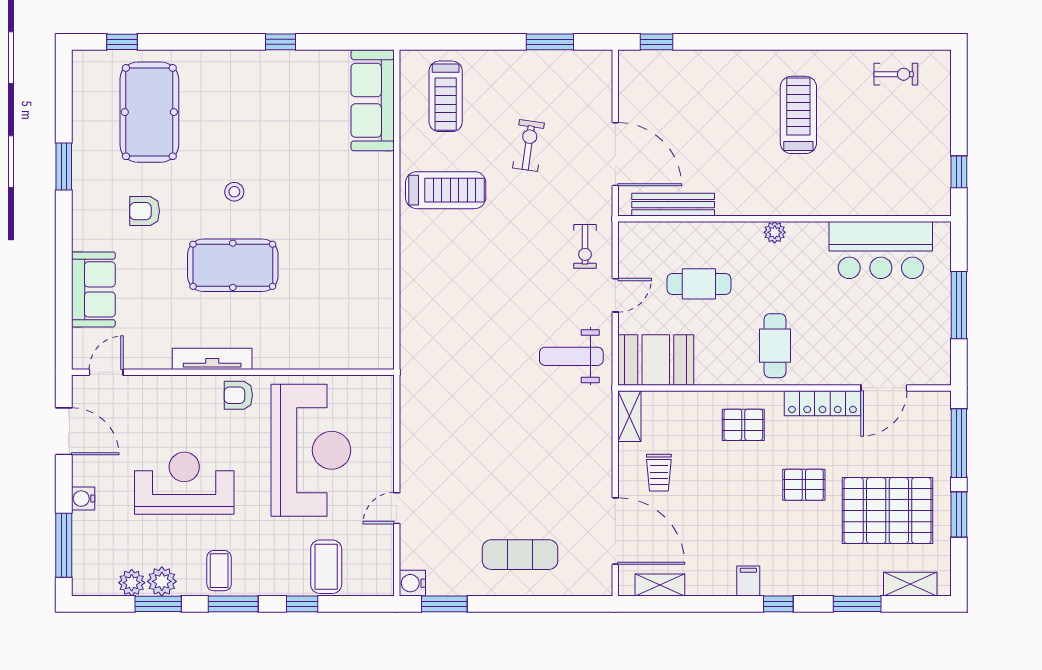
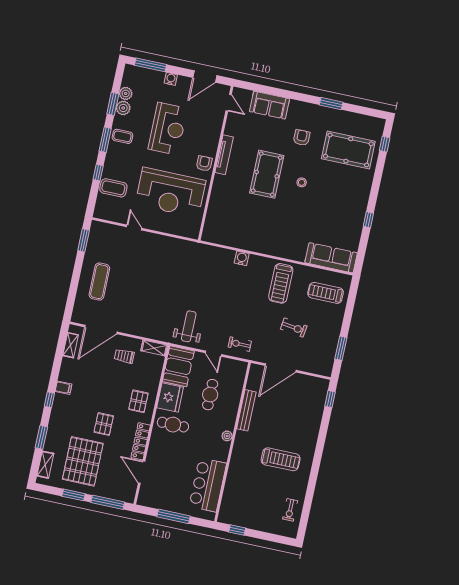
bench: (673, 205) -> (246, 410), moved
fridge: (722, 363) -> (170, 397), added
water cooler: (412, 583) -> (242, 258), moved

